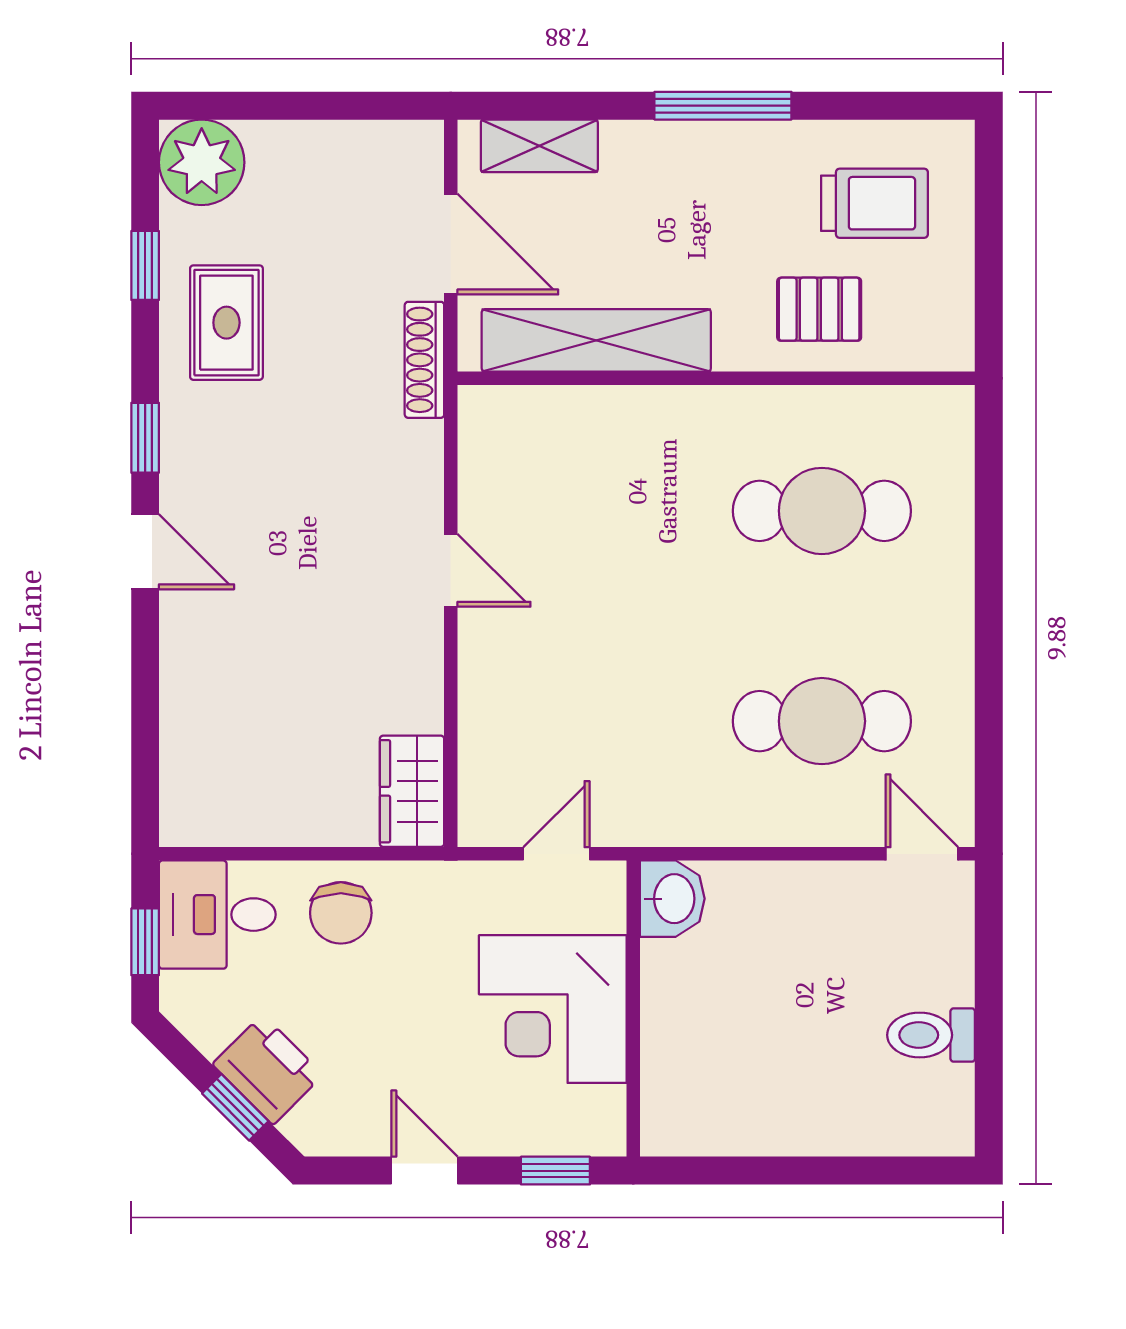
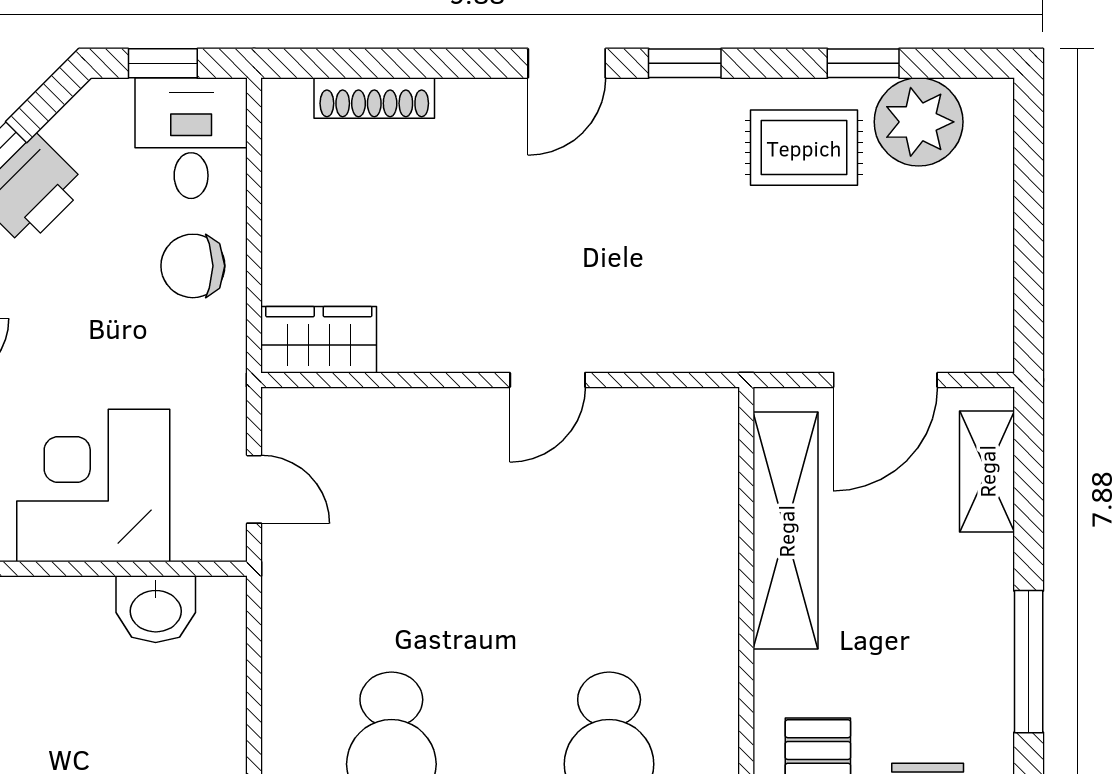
plant: (202, 162) -> (919, 122), moved
shoe rack: (424, 360) -> (374, 98), moved, turned 180
washbasin: (672, 899) -> (156, 609), moved

